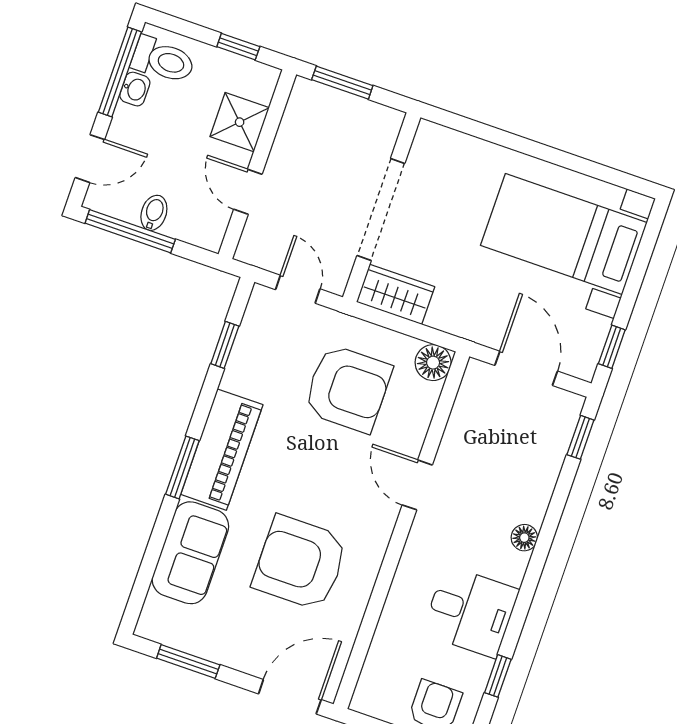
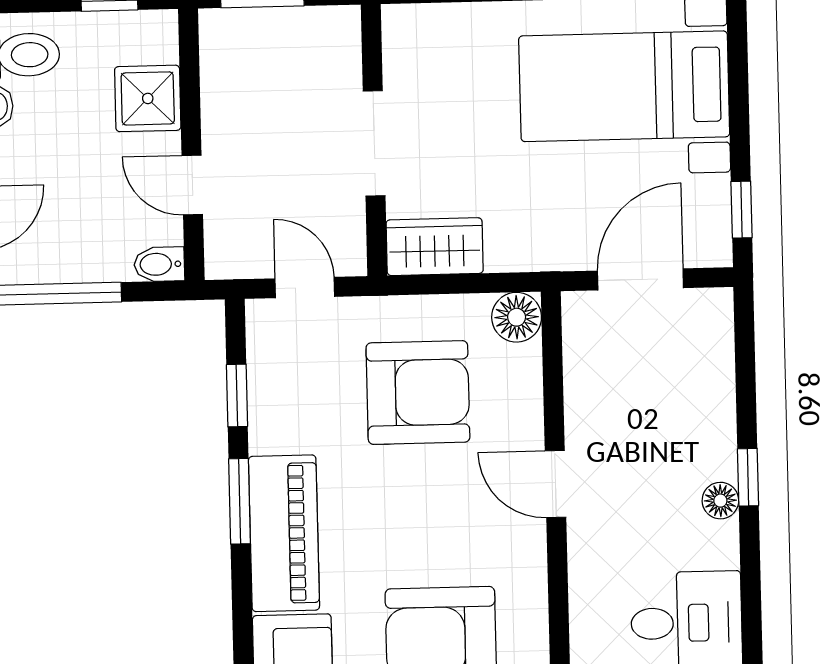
doorway: (381, 210) -> (374, 143), width x0.73
bidet: (154, 213) -> (159, 264), moved, turned -90
door: (526, 368) -> (640, 279), hinge flipped
window: (580, 437) -> (748, 477), moved
window: (182, 467) -> (240, 501), moved

